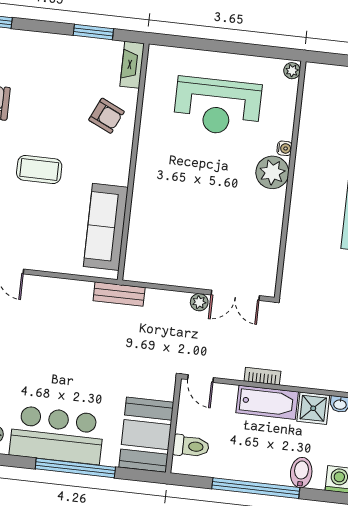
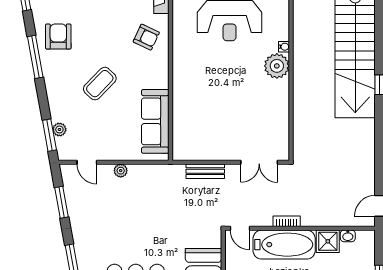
coffee table: (39, 170) -> (100, 84), turned -46
bench: (119, 294) -> (205, 171), moved
plant: (199, 302) -> (121, 171), moved
bathtub: (267, 402) -> (284, 245), width x1.36, depth x1.36

